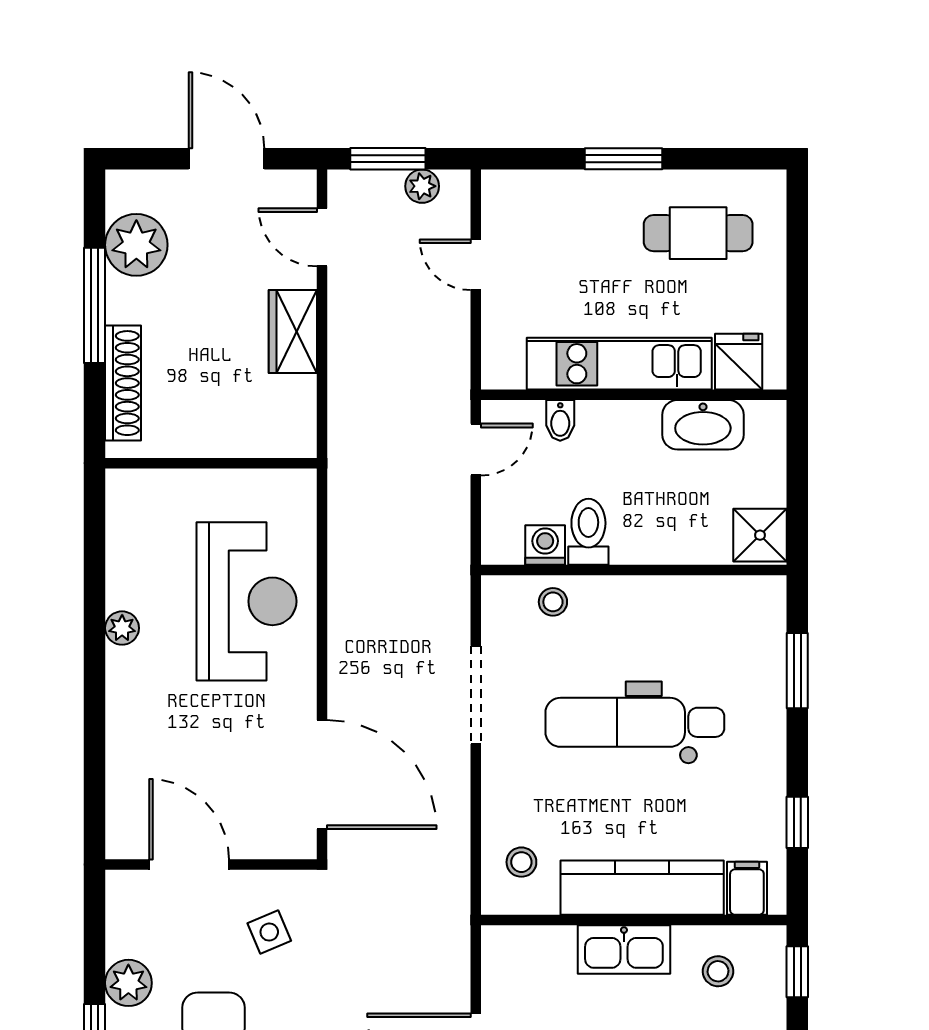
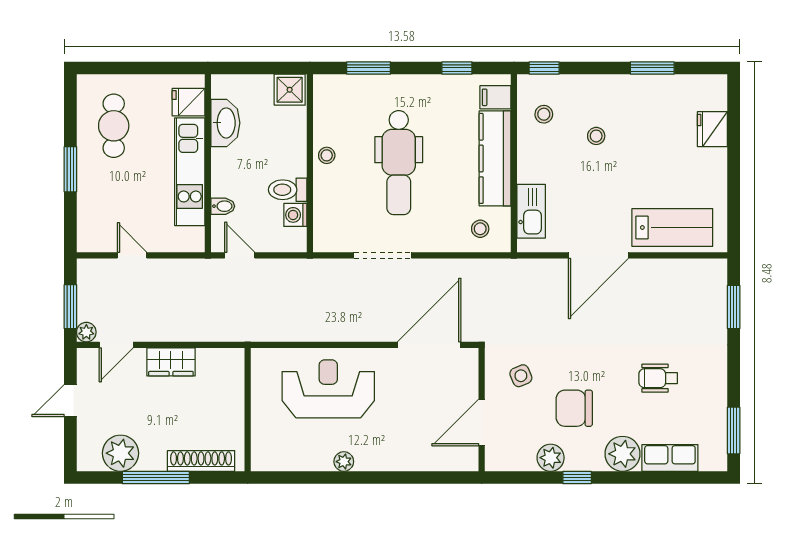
door: (226, 159) -> (70, 401), width x0.73
plant: (422, 186) -> (86, 332), moved
door: (476, 265) -> (132, 255), swing flipped
stool: (553, 602) -> (327, 155), moved
kitchen sink: (624, 949) -> (531, 211), moved

